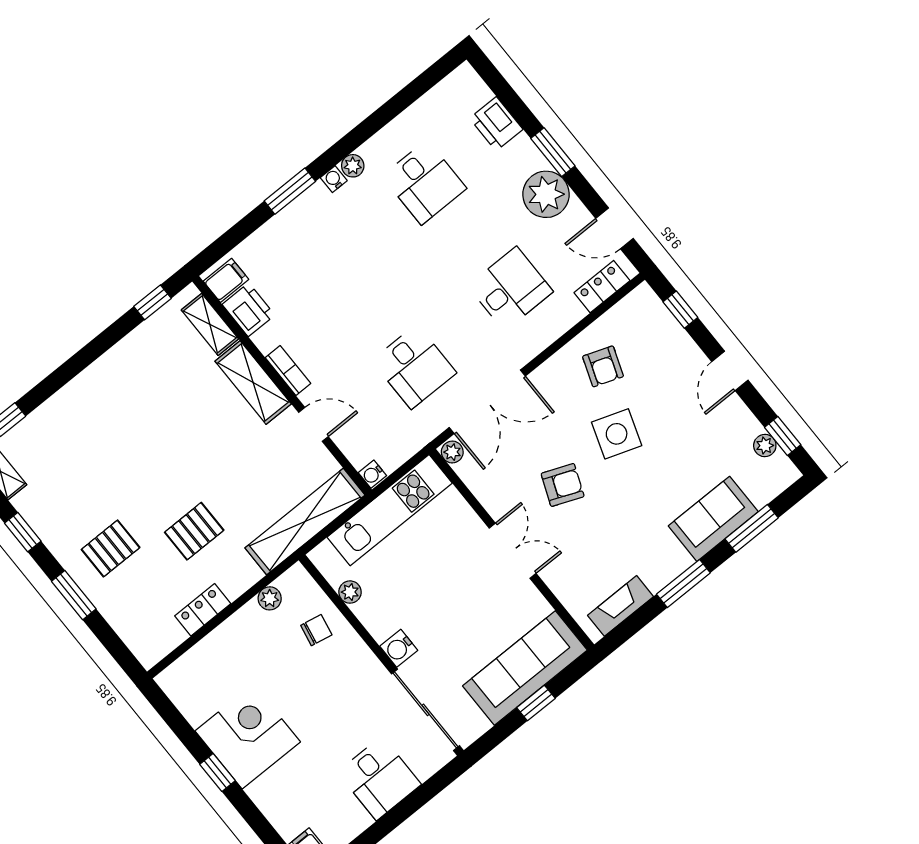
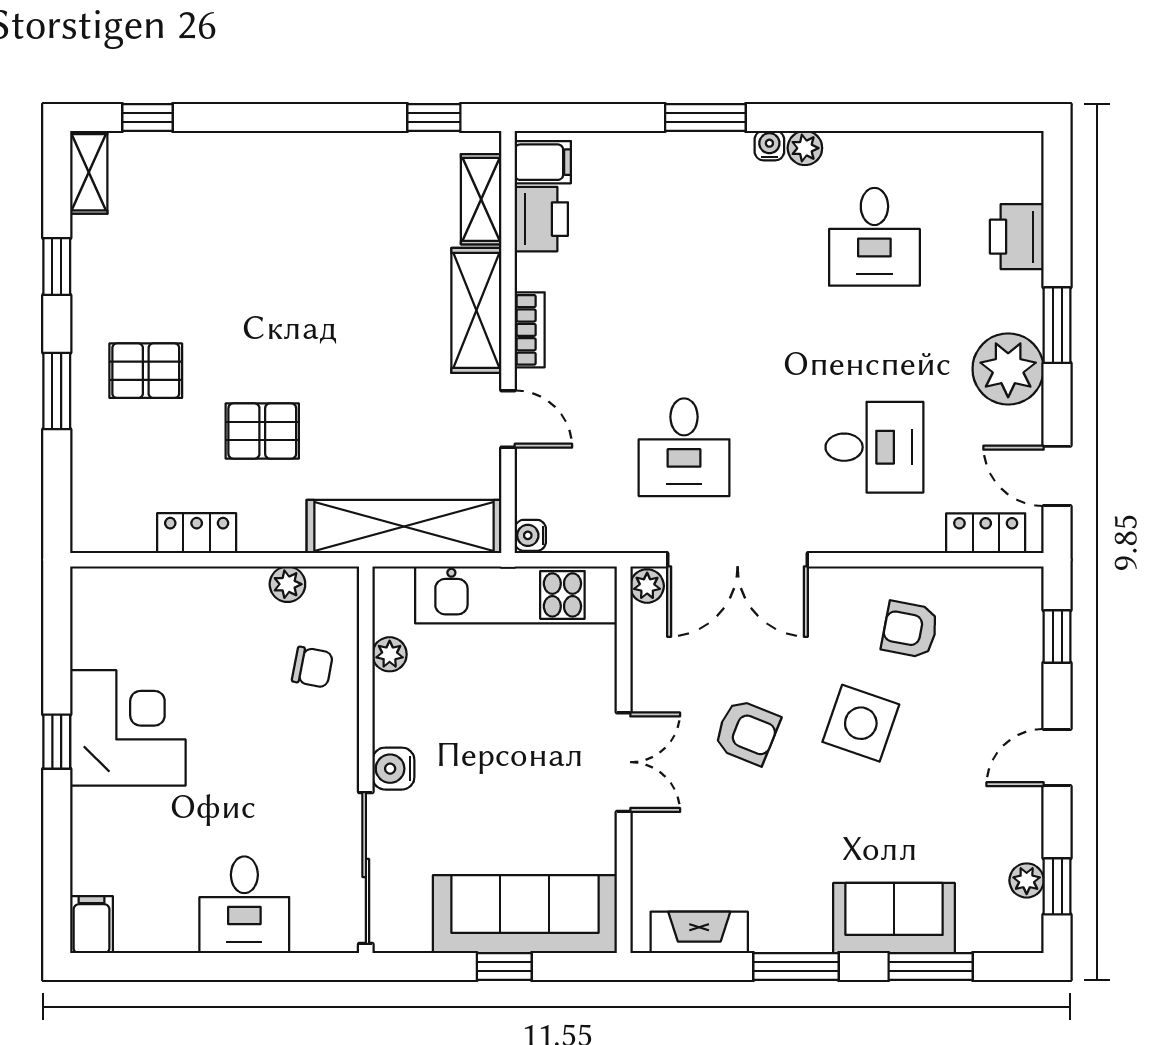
armchair: (603, 366) -> (910, 630), turned 81

